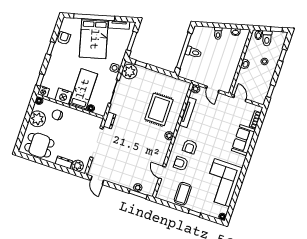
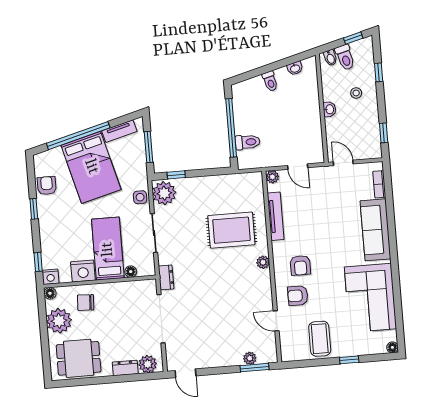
toilet: (194, 52) -> (248, 142), moved
rug: (159, 109) -> (231, 230), turned 90
sofa: (243, 140) -> (375, 230), width x1.36

